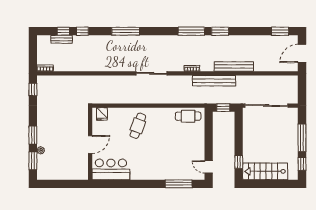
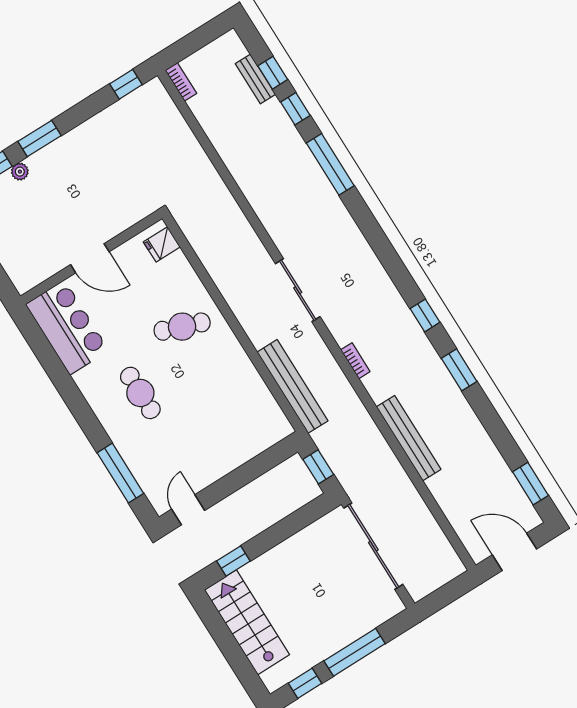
window: (126, 31) -> (330, 164), moved
window: (191, 31) -> (425, 315), width x0.46
bench: (214, 81) -> (293, 386), moved
cafe table: (188, 116) -> (140, 393), moved

